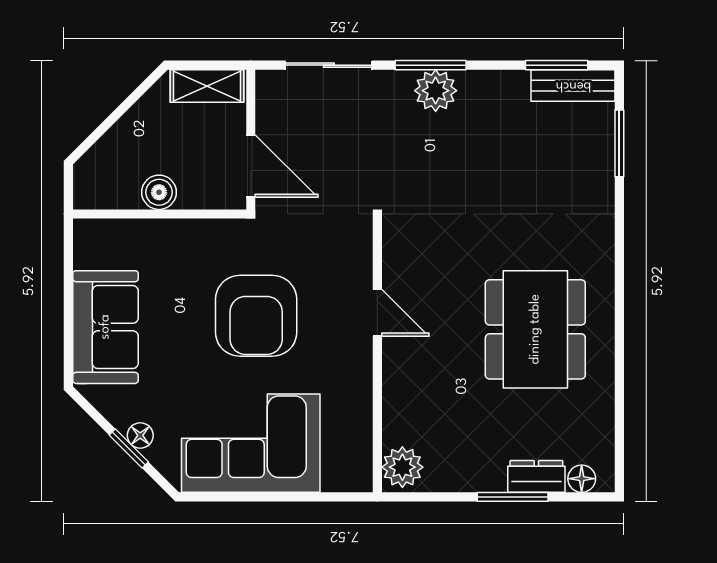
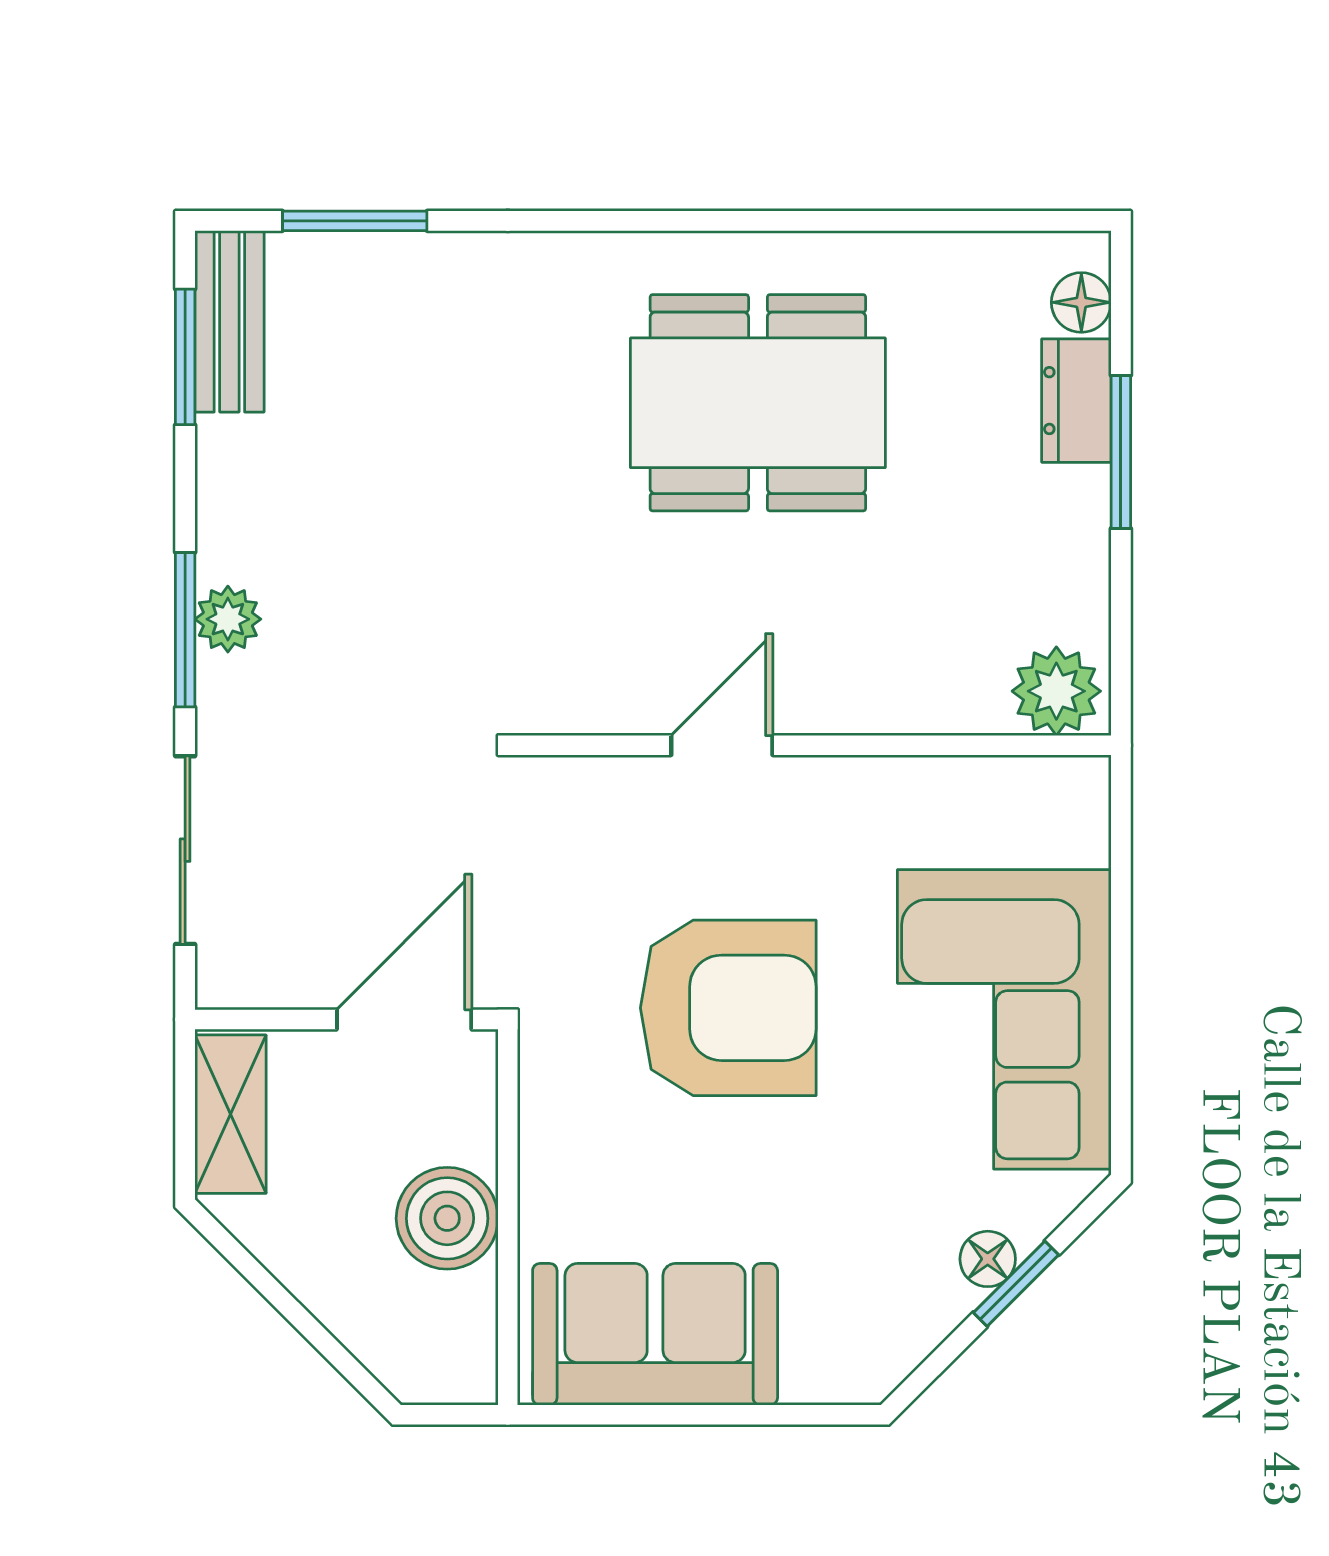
plant: (436, 91) -> (228, 619), width x0.73, depth x0.73
boiler: (159, 192) -> (447, 1218), width x1.36, depth x1.36
sofa: (105, 327) -> (655, 1334), moved

